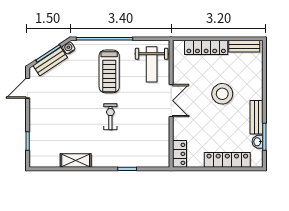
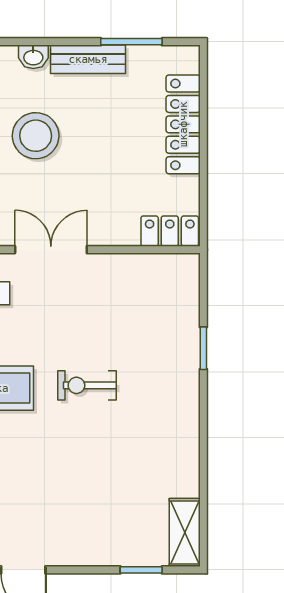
washbasin: (258, 142) -> (33, 57), moved
shelving: (76, 161) -> (185, 532), moved

